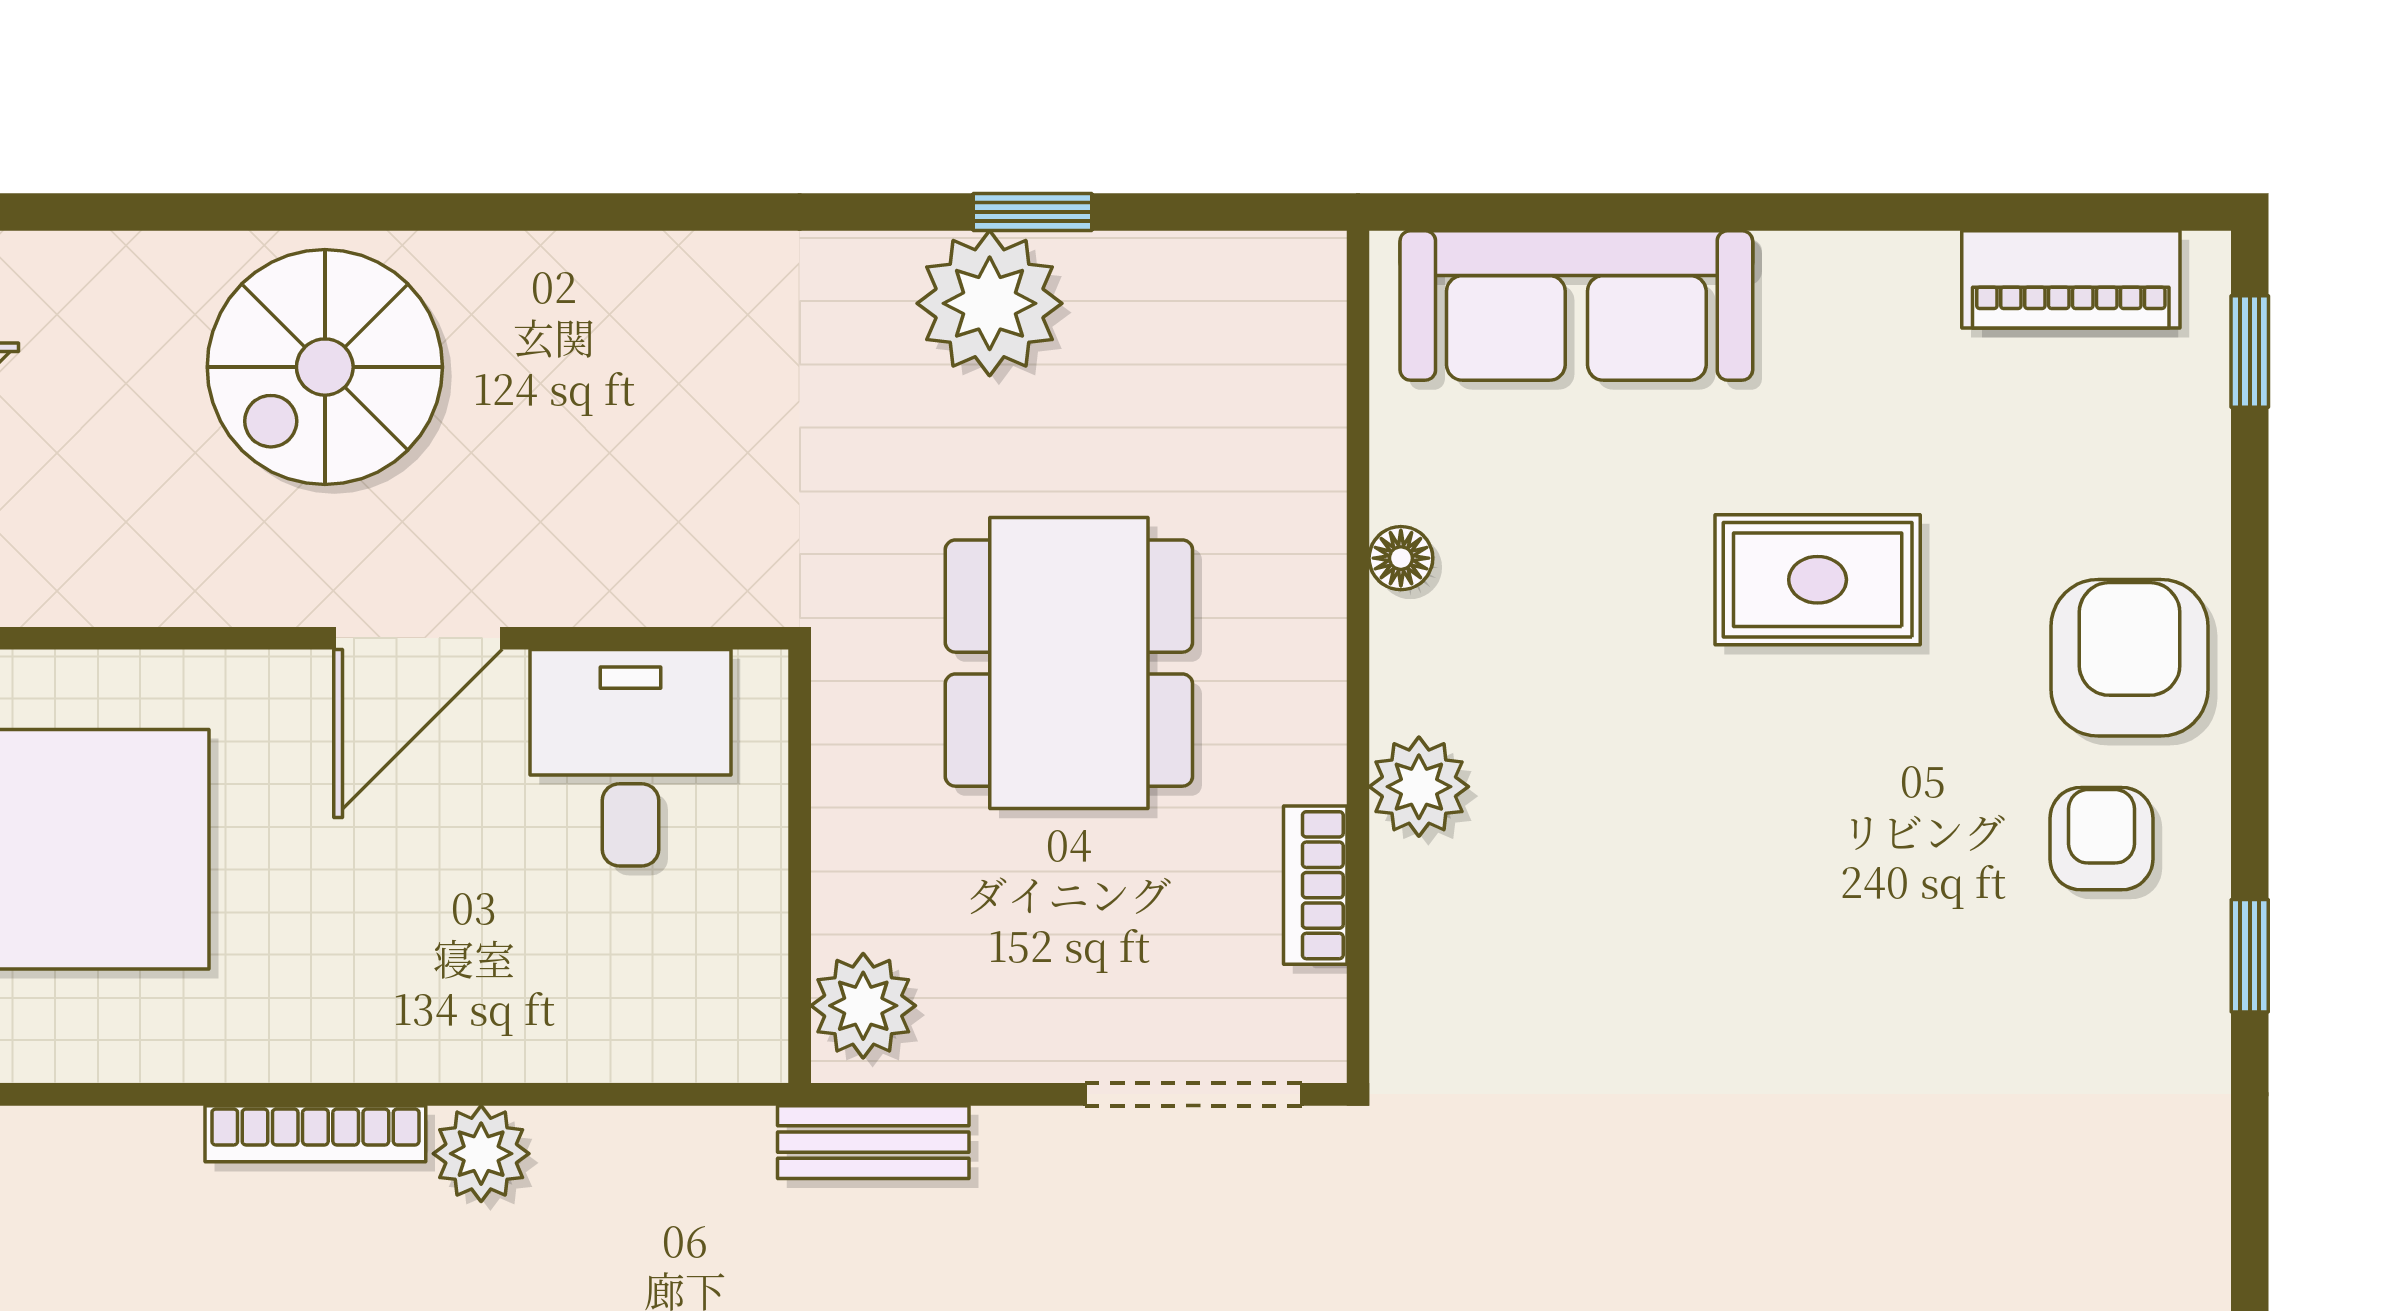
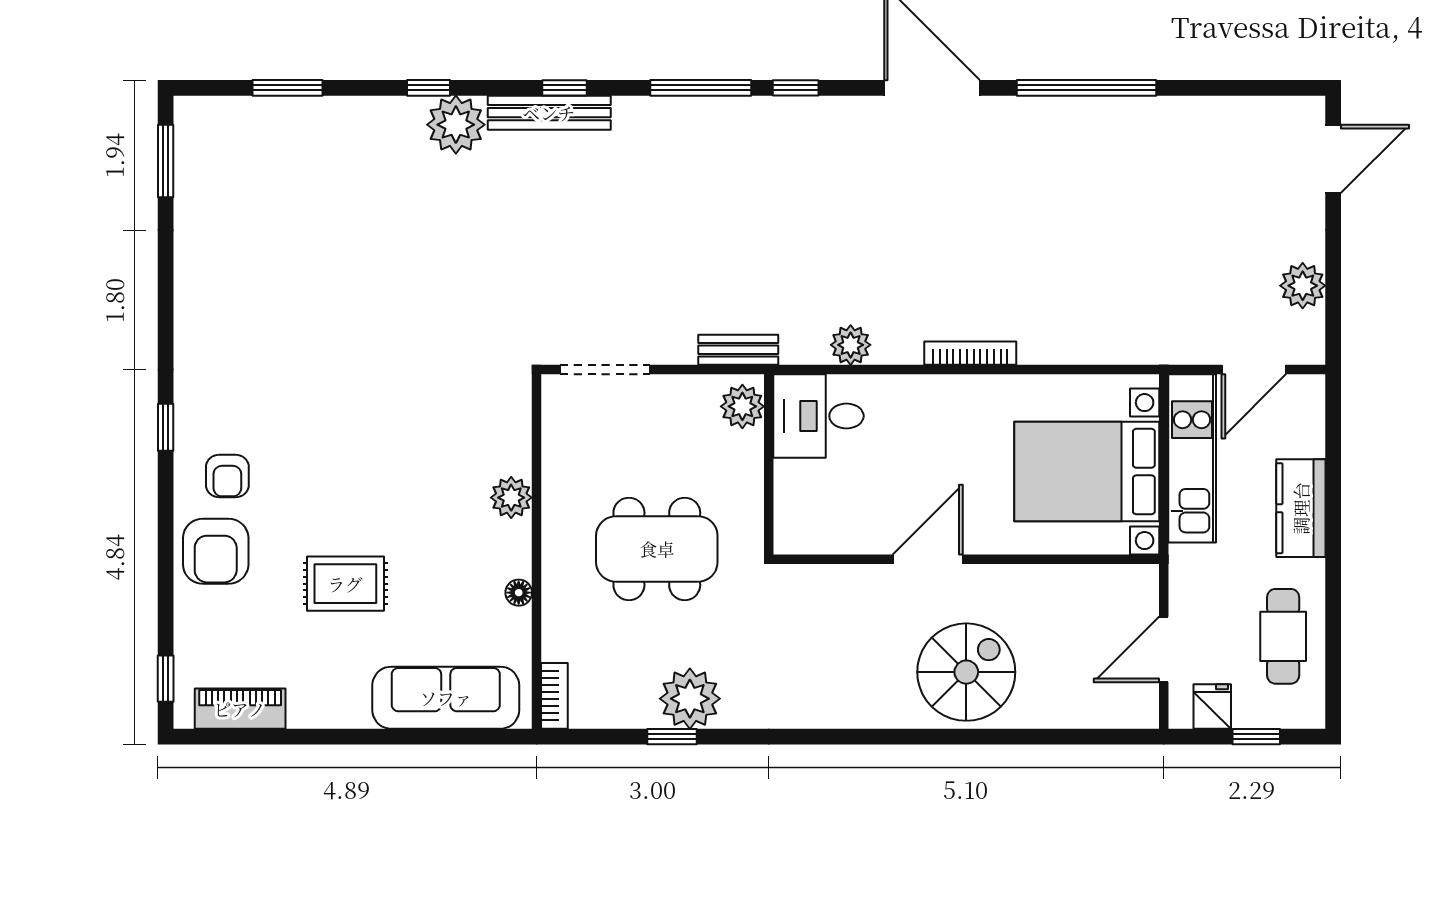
dining table: (1069, 663) -> (657, 549), turned 90
desk: (631, 758) -> (818, 416), moved, turned 90
bookcase: (1315, 885) -> (554, 696), moved
plant: (481, 1154) -> (851, 345), moved

